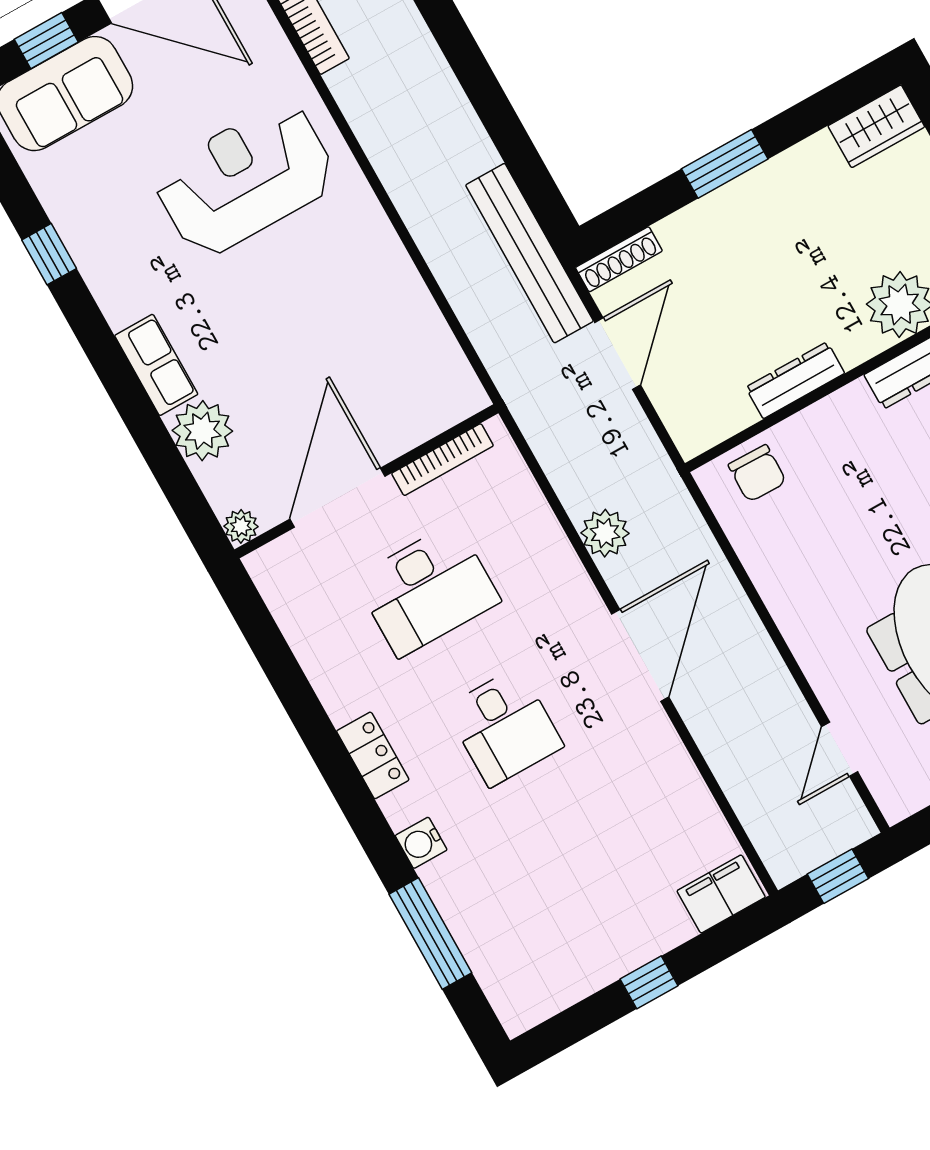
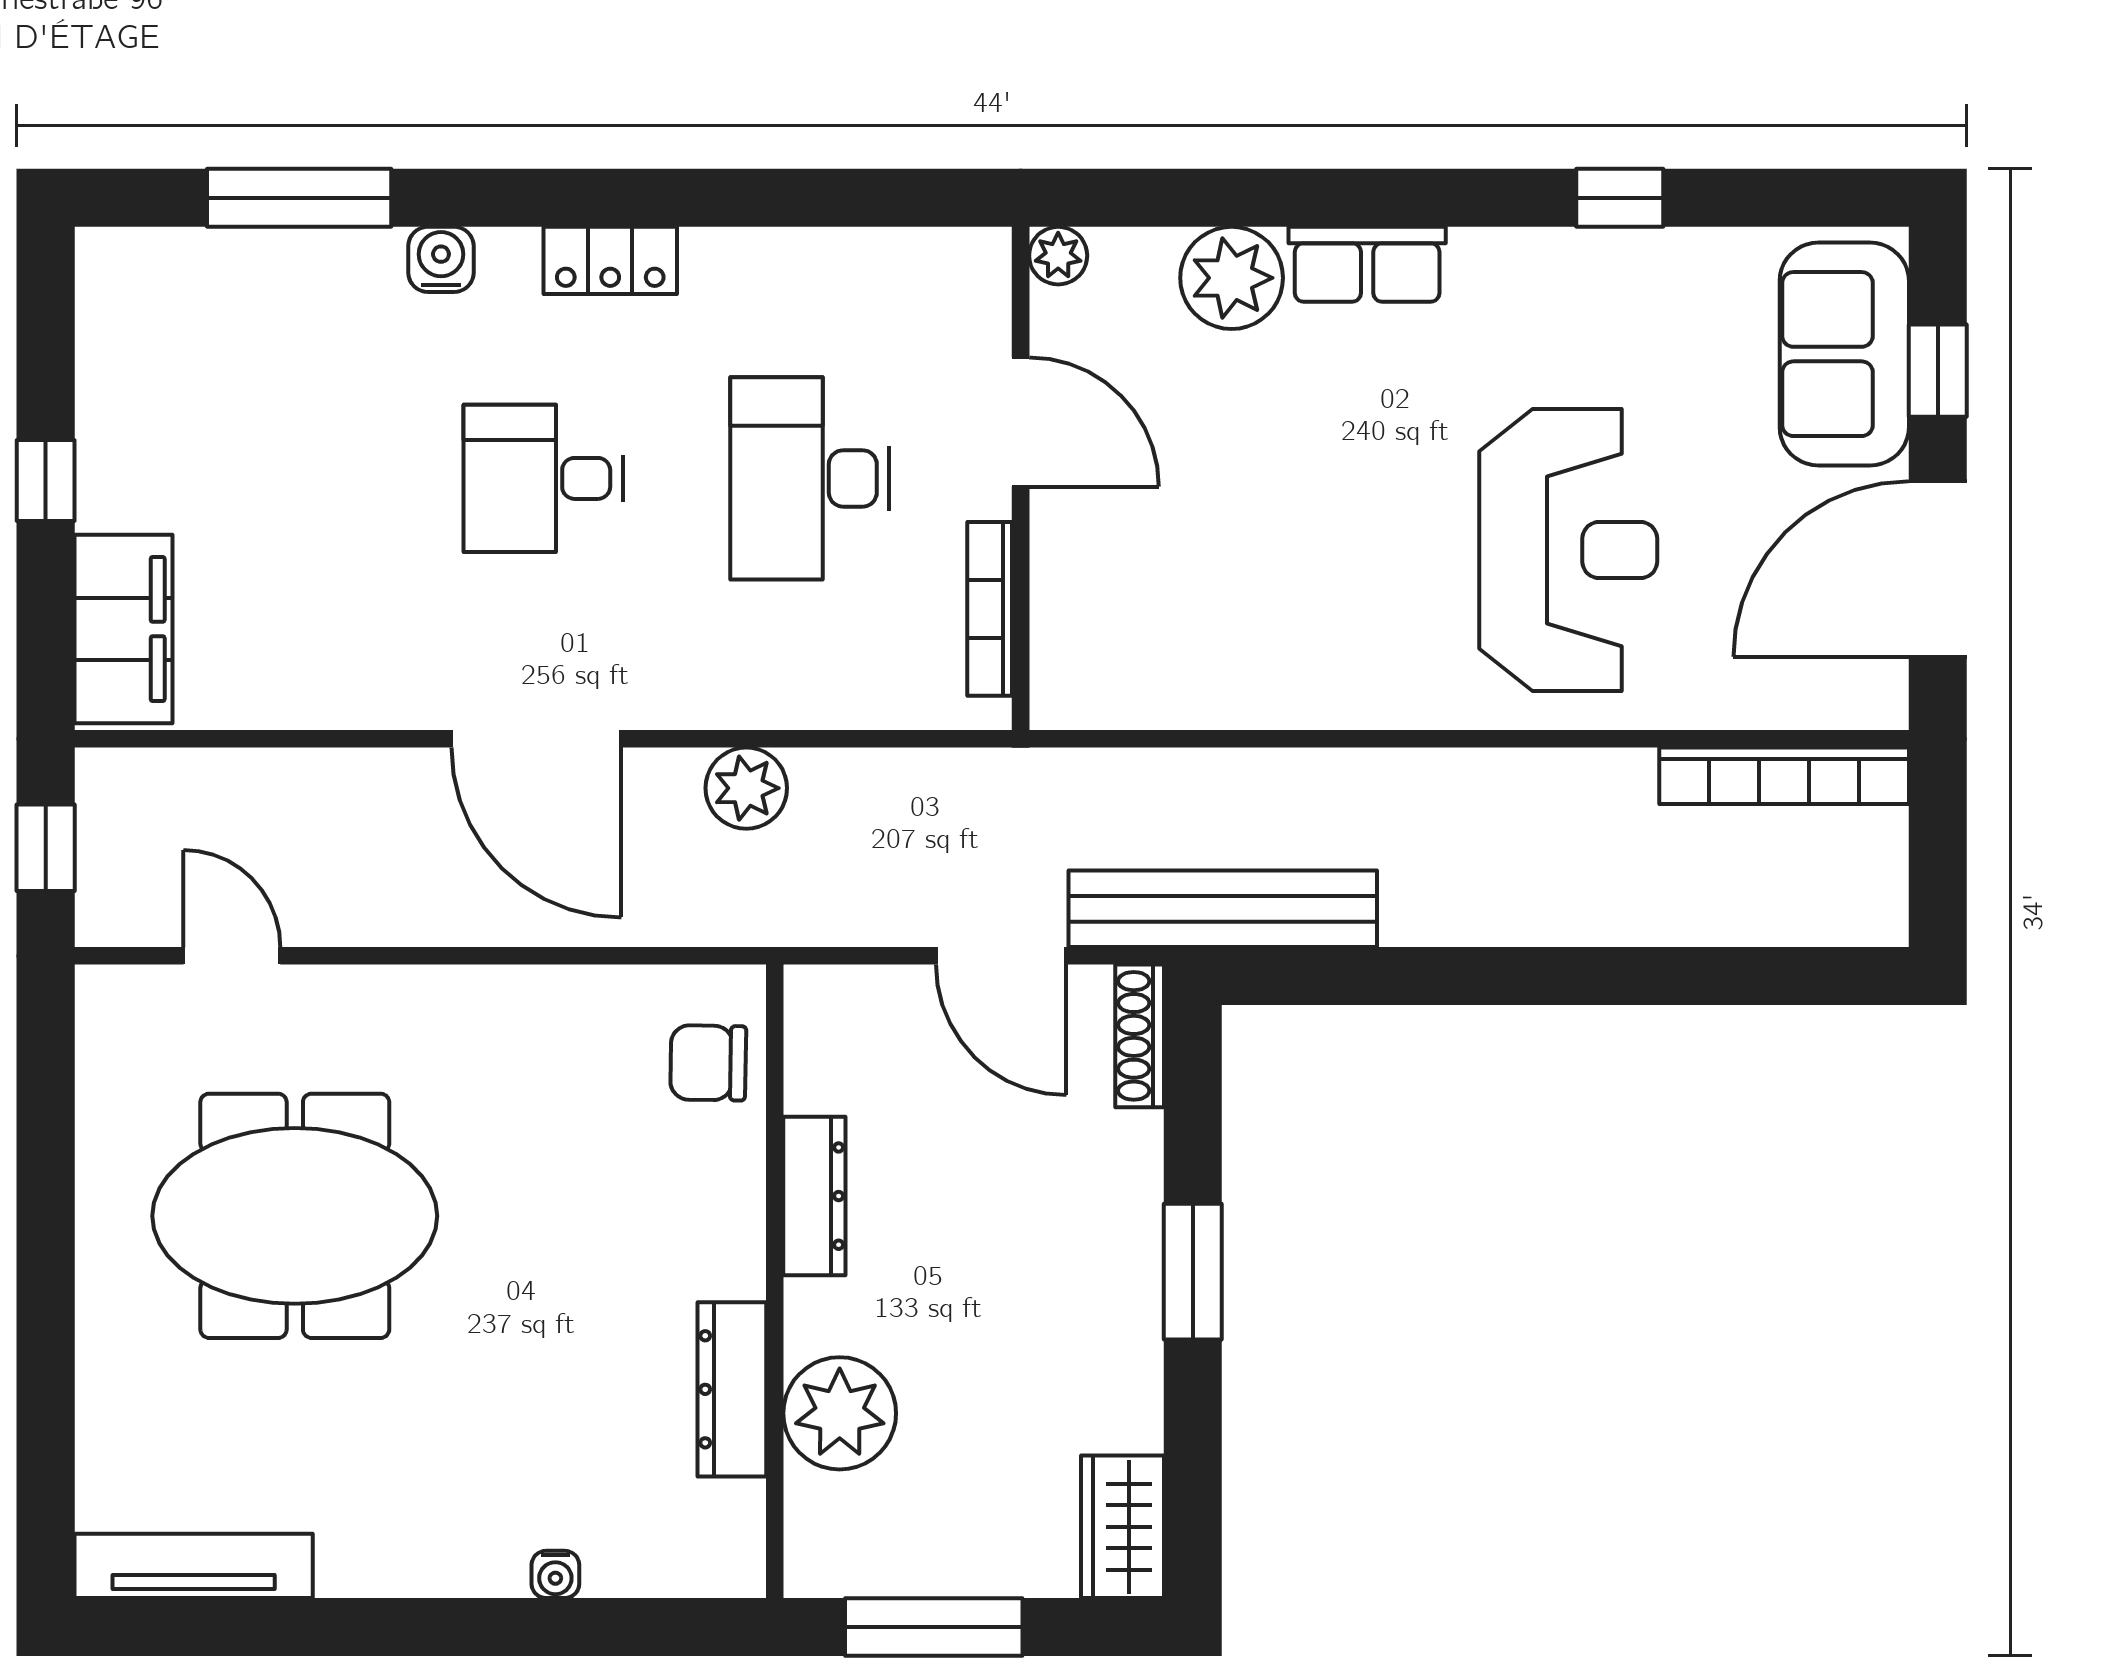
door: (337, 498) -> (1021, 422), width x0.73
filing cabinet: (721, 894) -> (123, 629), width x1.50, depth x1.17

